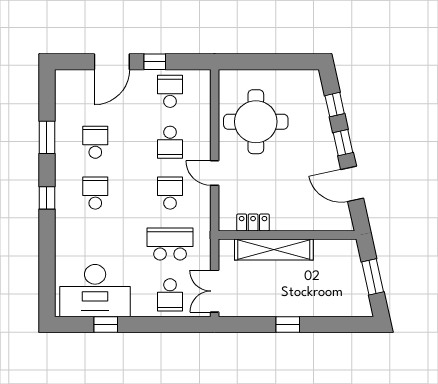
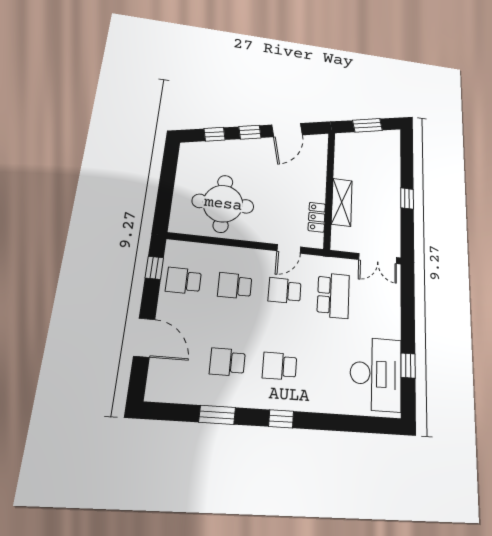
window: (155, 62) -> (154, 268), moved
school desk: (170, 142) -> (235, 286), turned 180
door: (215, 173) -> (289, 249), moved
school desk: (170, 244) -> (333, 295), turned 180
shelving: (274, 250) -> (342, 202), width x0.68
school desk: (170, 295) -> (381, 300), removed

